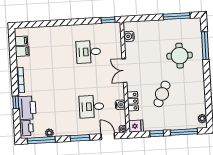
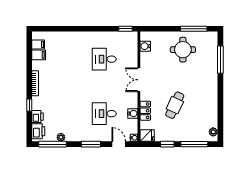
round table: (180, 56) -> (183, 50), moved
printer: (27, 108) -> (38, 117), width x0.53, depth x0.68

